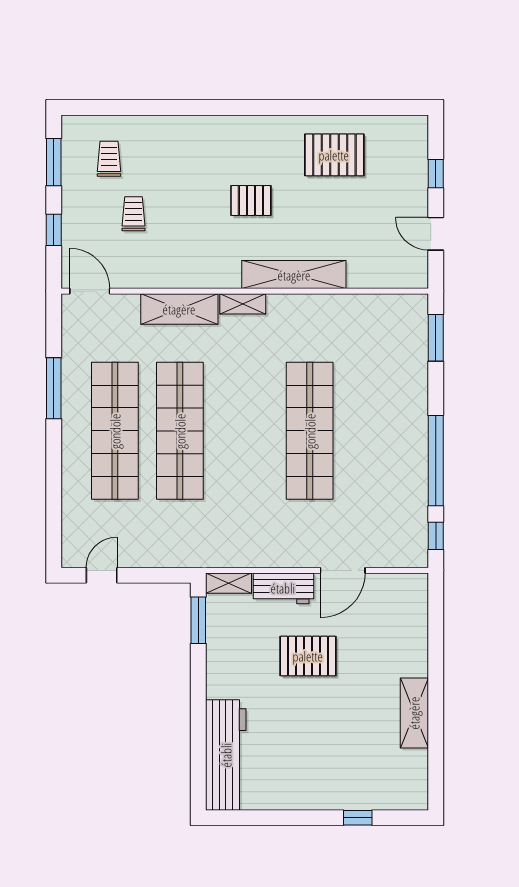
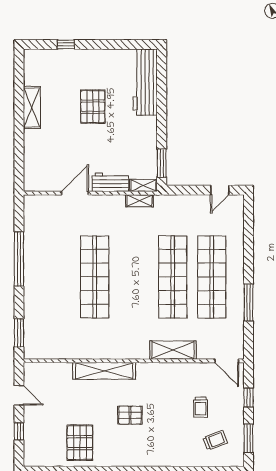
pallet: (334, 155) -> (80, 443), turned 90
trolley: (109, 159) -> (215, 440), turned -111
shelving: (243, 304) -> (140, 201), moved
window: (436, 536) -> (19, 214), removed
pallet: (308, 656) -> (93, 107), moved, turned 90

